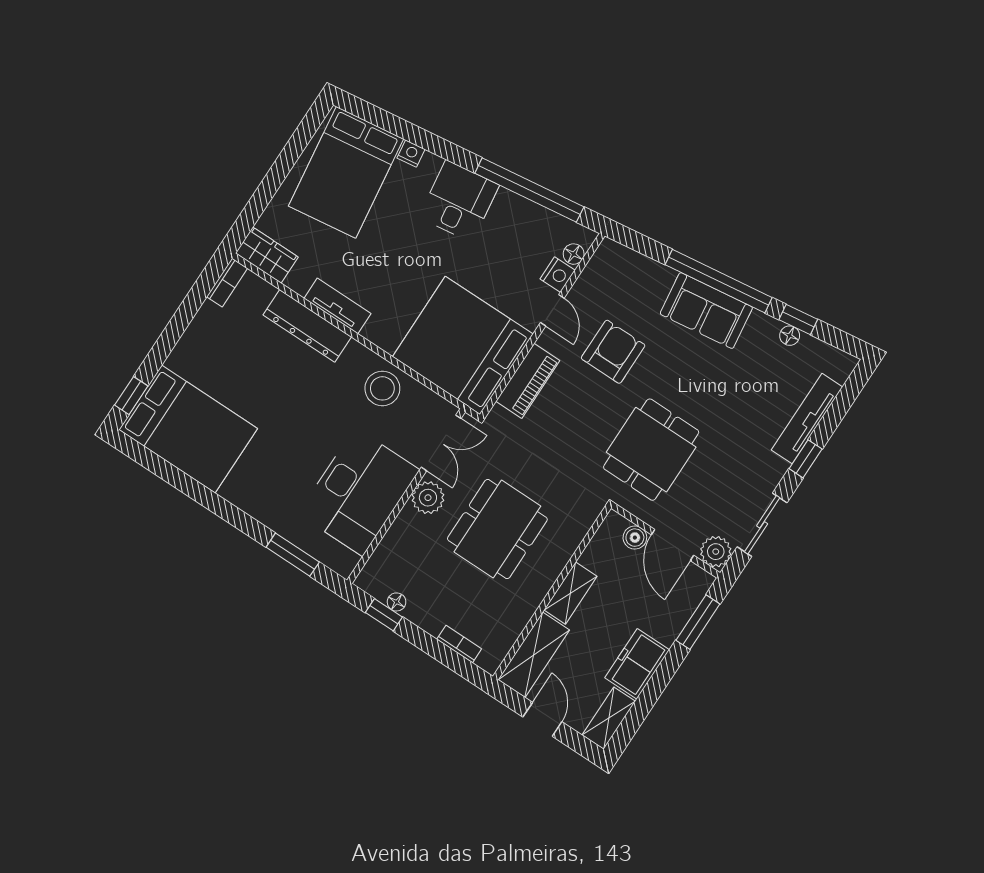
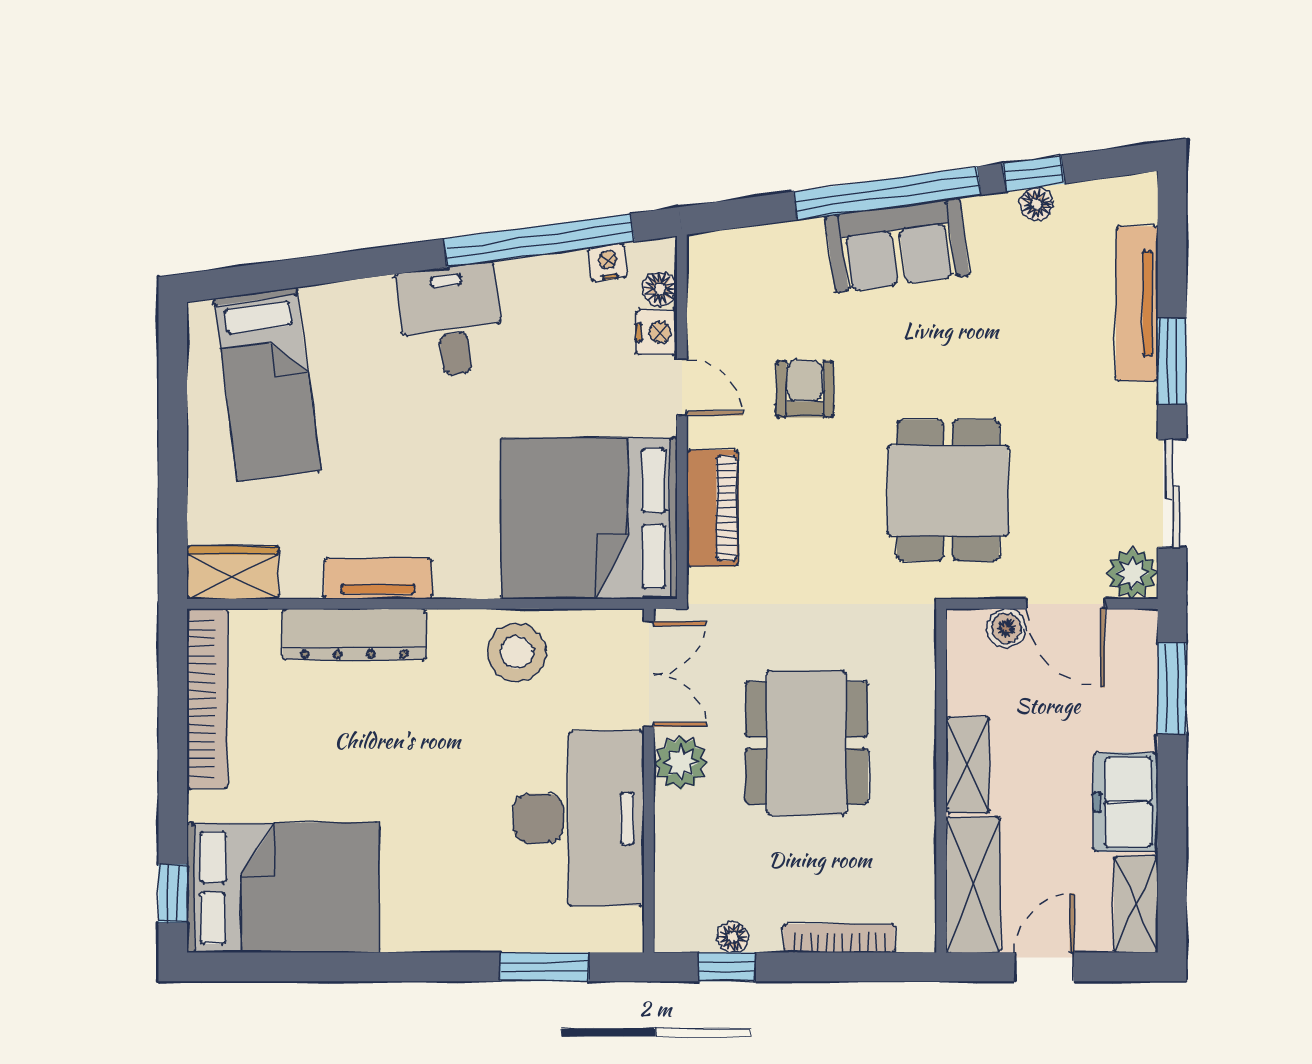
nightstand: (411, 154) -> (608, 262), moved
bed: (346, 172) -> (267, 384), width x0.67
bookcase: (227, 283) -> (207, 699), width x2.31, depth x1.31
armchair: (613, 352) -> (805, 389), width x0.72, depth x0.72
window: (806, 459) -> (1172, 361), width x1.50
bookcase: (459, 644) -> (839, 938), width x1.56
door: (542, 719) -> (1045, 967), hinge flipped

